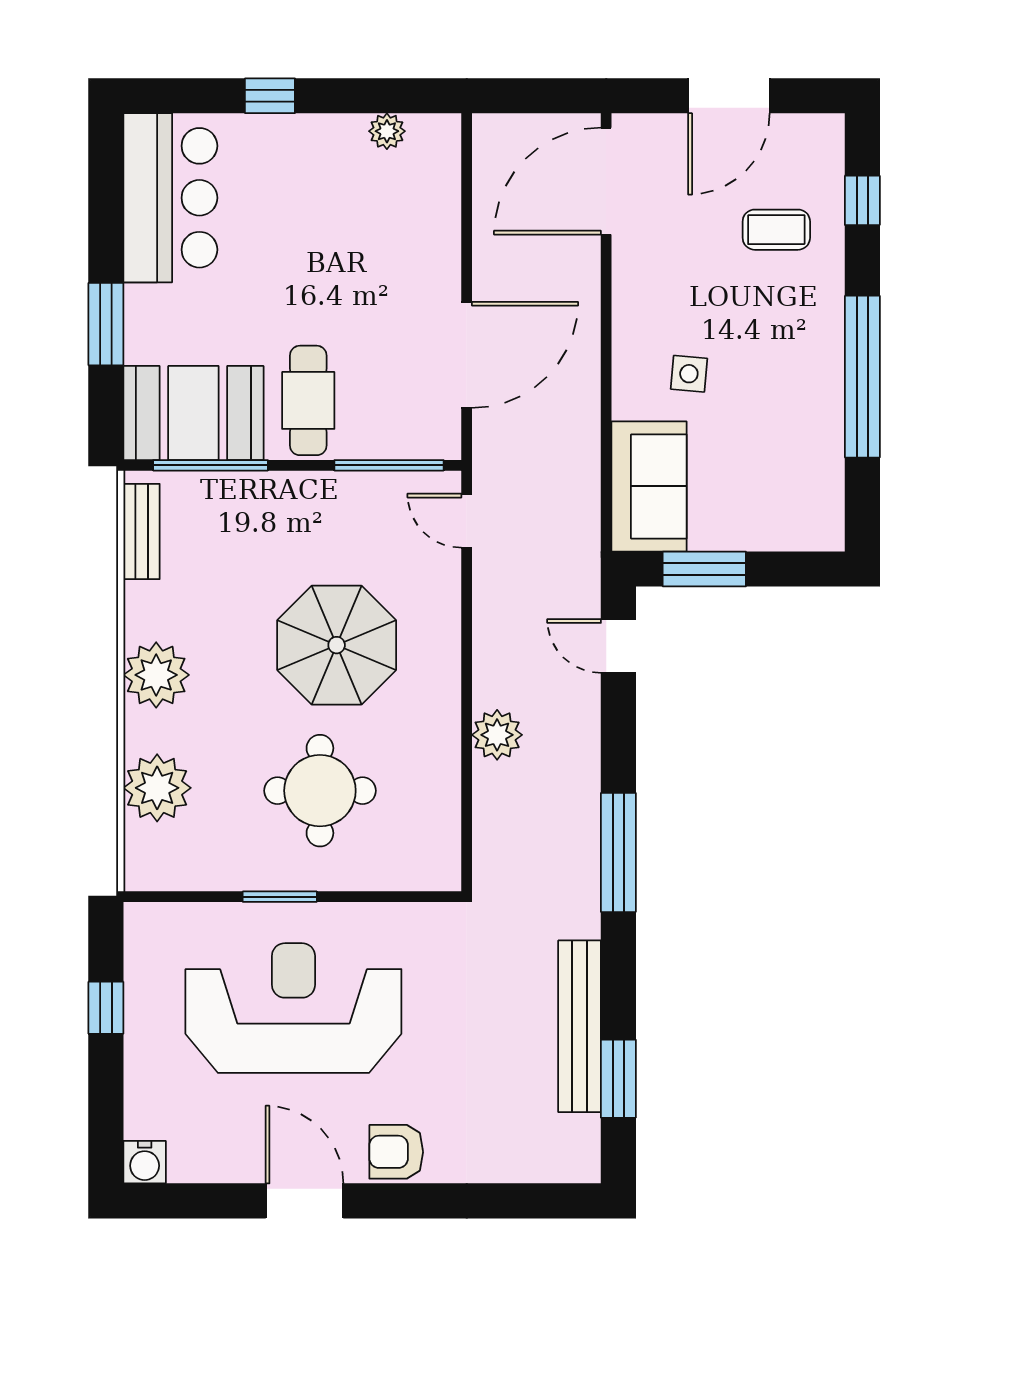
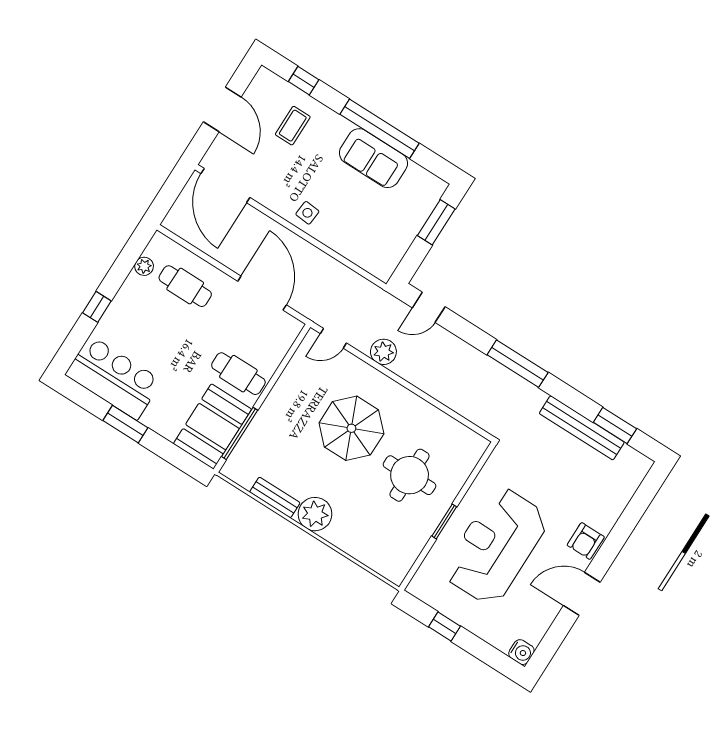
cafe table: (397, 220) -> (185, 286), added
window: (106, 324) -> (125, 424), moved
side table: (689, 374) -> (307, 213), moved
window: (389, 465) -> (288, 357), removed
sofa: (649, 486) -> (373, 158), moved, turned 180
bench: (141, 532) -> (275, 497), moved
window: (704, 569) -> (436, 222), moved
plant: (497, 735) -> (383, 352), moved
plant: (157, 788) -> (364, 545), removed

